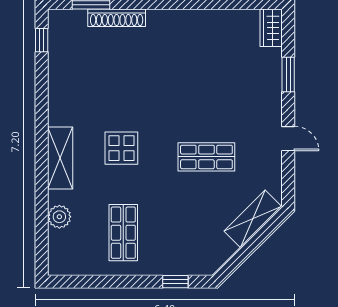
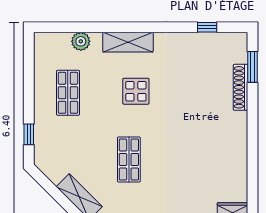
window: (42, 40) -> (207, 27), moved
shop shelf: (123, 233) -> (68, 93), turned 90

